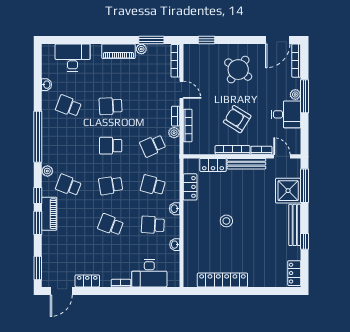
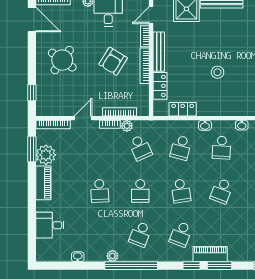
plant: (141, 49) -> (46, 155), width x1.88, depth x1.88
desk: (73, 57) -> (50, 225), width x0.73
school desk: (68, 106) -> (140, 234), moved
plant: (47, 171) -> (112, 256), moved

